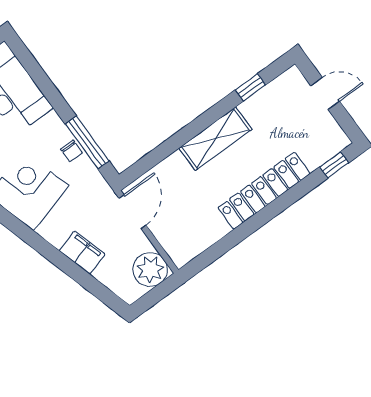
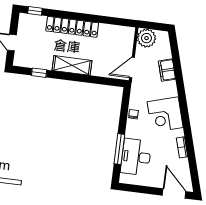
window: (87, 143) -> (119, 149), moved

